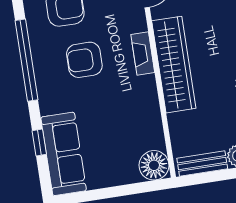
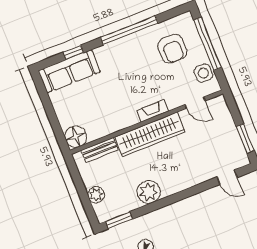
armchair: (84, 60) -> (139, 71), removed
bench: (202, 163) -> (100, 150), moved, turned 90

